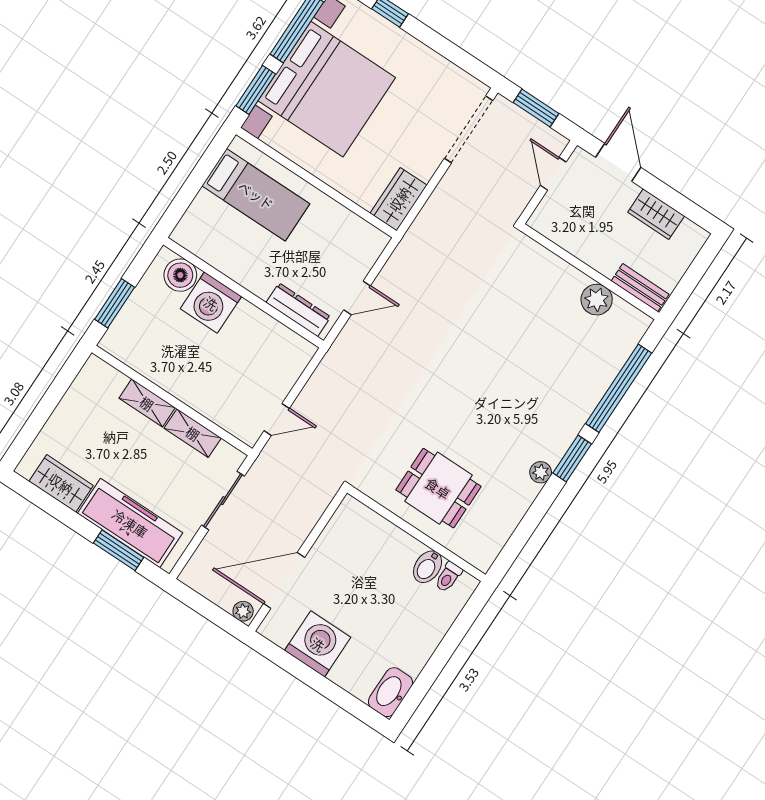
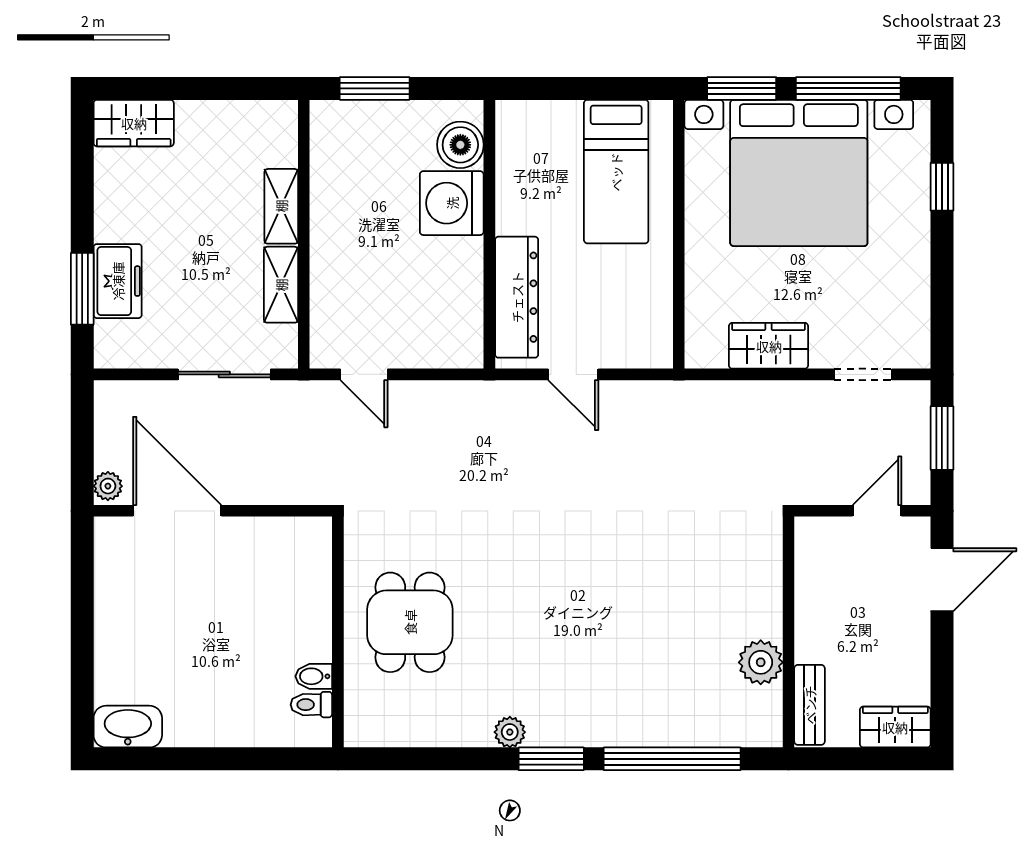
doorway: (469, 129) -> (863, 374), width x0.53
wardrobe: (399, 199) -> (769, 346), moved
wardrobe: (656, 214) -> (895, 727), moved, turned 90
dresser: (298, 310) -> (517, 297), width x1.37, depth x1.24
wardrobe: (61, 483) -> (134, 123), moved, turned 90
freezer: (130, 523) -> (118, 281), width x0.52, depth x0.79
bidet: (428, 567) -> (314, 676), width x0.72, depth x0.74
washing machine: (318, 644) -> (128, 601), removed

